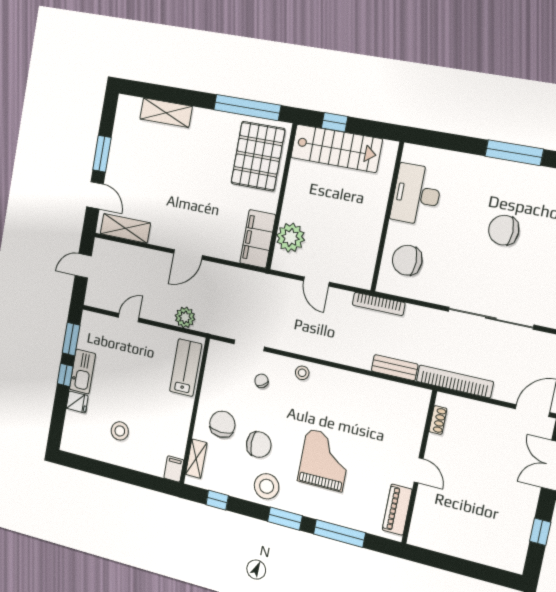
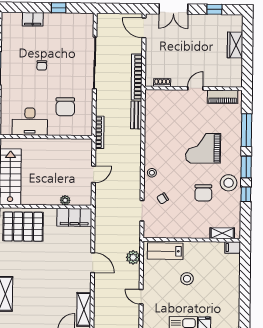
chair: (504, 230) -> (42, 65), width x0.54, depth x0.54
plant: (291, 238) -> (65, 200), width x0.53, depth x0.53
chair: (407, 260) -> (65, 107), moved
chair: (222, 424) -> (196, 220), removed
stool: (120, 431) -> (187, 279), moved
chair: (259, 445) -> (203, 193), turned 180
window: (217, 500) -> (246, 194), moved
wardrobe: (475, 550) -> (235, 45), added

